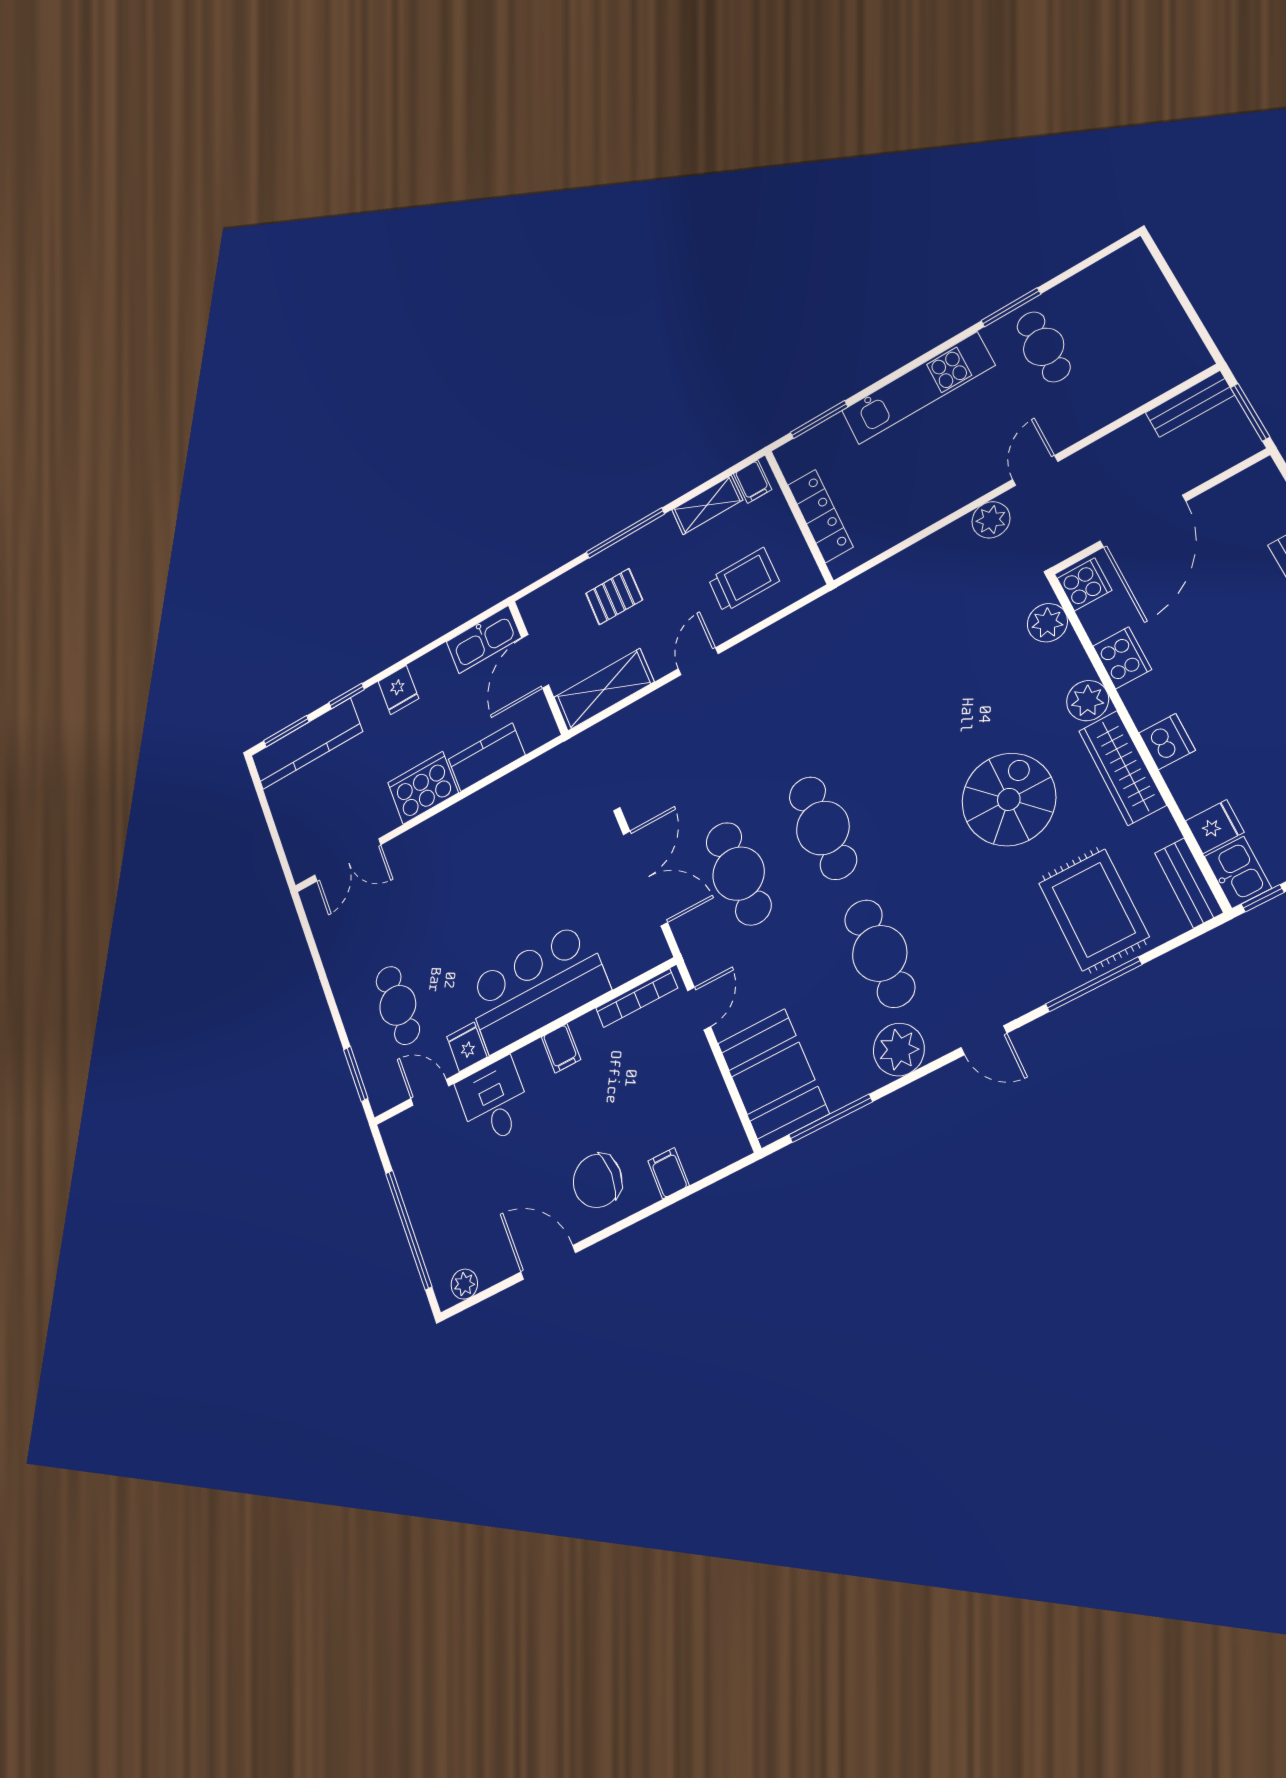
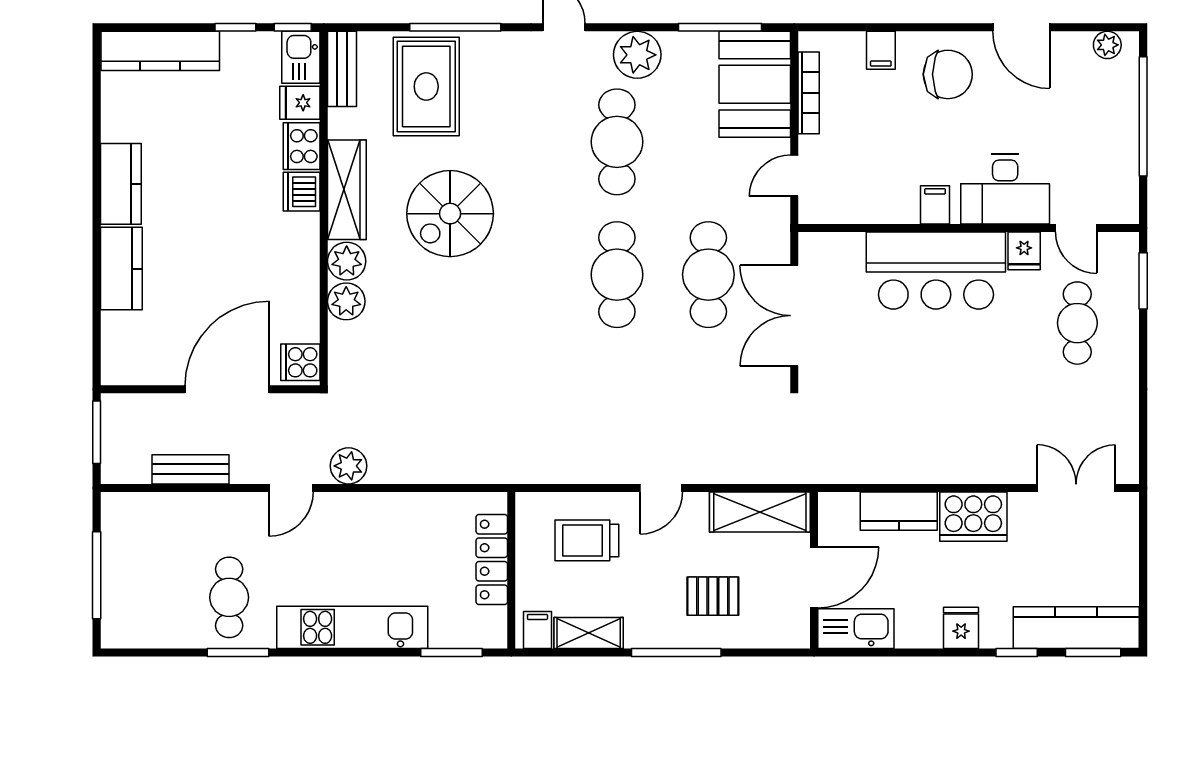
window: (1179, 292) -> (97, 575), added
bench: (1190, 404) -> (191, 469), moved
plant: (1047, 623) -> (346, 301), moved
cooker: (1122, 658) -> (302, 146), moved
bookcase: (637, 998) -> (809, 93), moved, turned 90
desk: (494, 1102) -> (1005, 189), width x1.37

